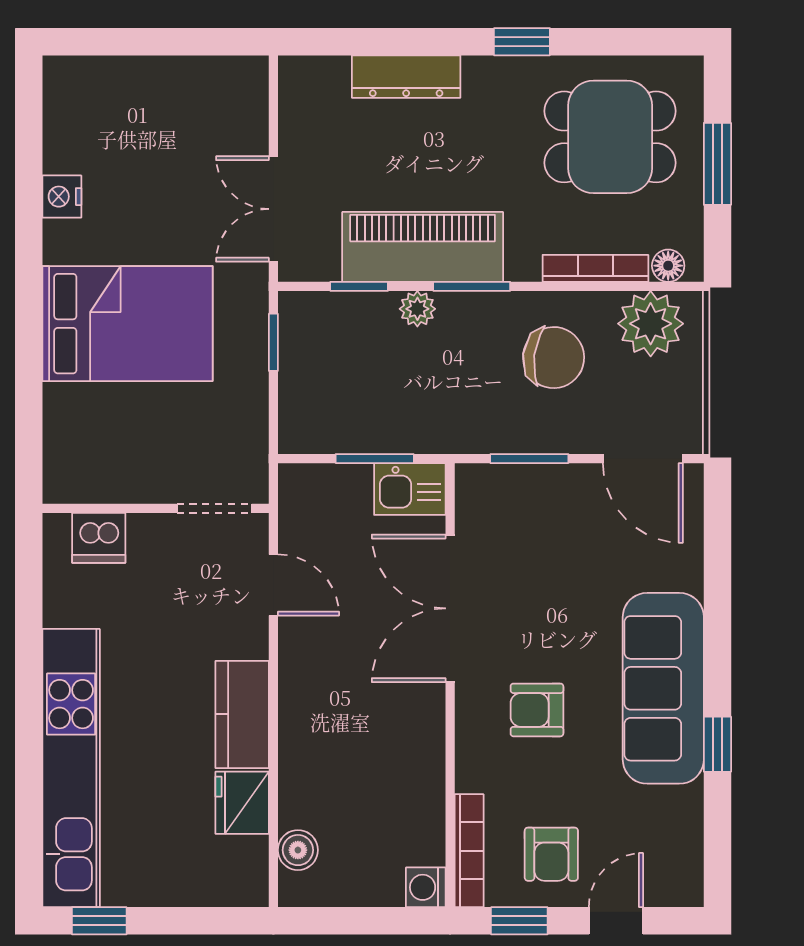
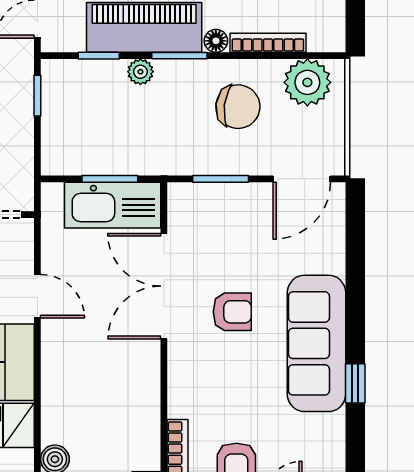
floor lamp: (668, 266) -> (216, 41), moved
door: (643, 459) -> (302, 179), hinge flipped
kitchen sink: (410, 489) -> (113, 205), width x1.87, depth x1.24
door: (273, 585) -> (37, 296), moved
armchair: (537, 710) -> (232, 312), moved, turned 180

